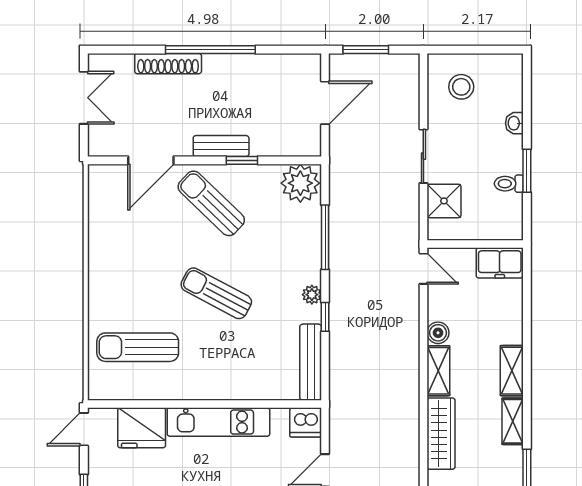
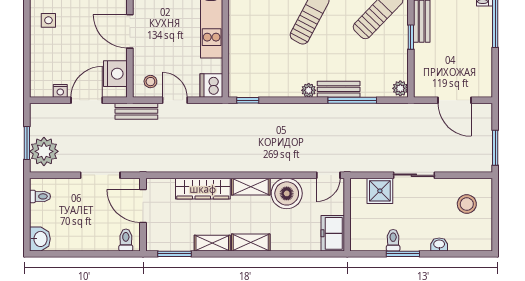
window: (366, 50) -> (495, 148), moved
plant: (300, 183) -> (400, 88), width x0.53, depth x0.53
window: (325, 317) -> (248, 100), moved
boiler: (438, 333) -> (287, 193), width x1.86, depth x1.86
bench: (311, 362) -> (339, 89), moved, width x0.73

